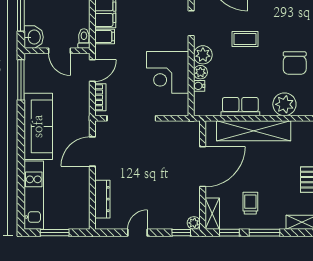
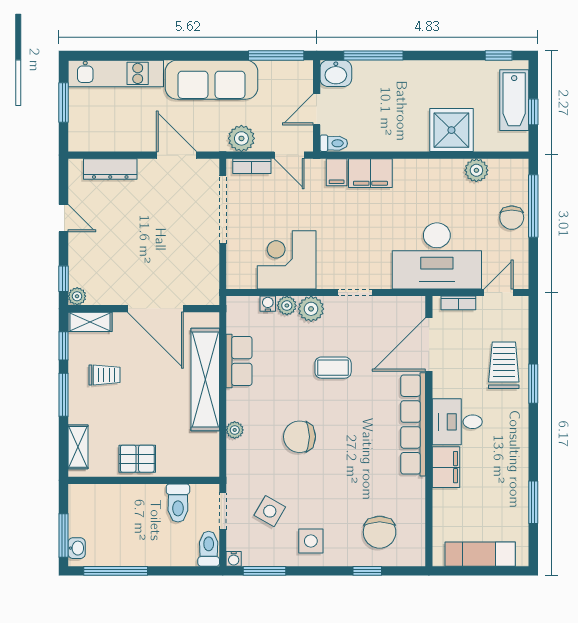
coffee table: (245, 39) -> (333, 368), turned 90
plant: (284, 104) -> (235, 430), width x0.53, depth x0.53
plant: (80, 105) -> (241, 138), added

